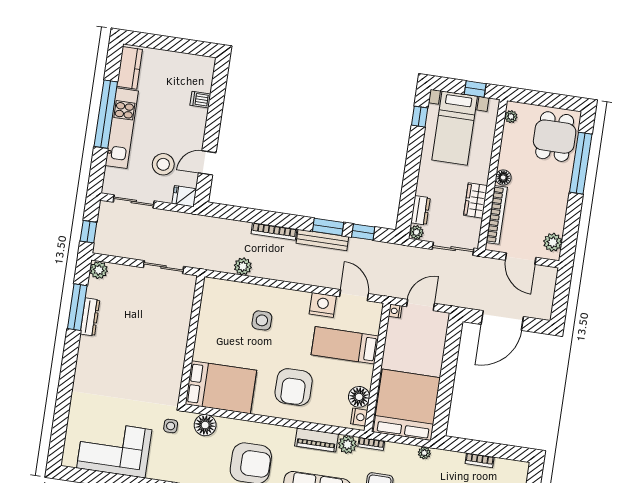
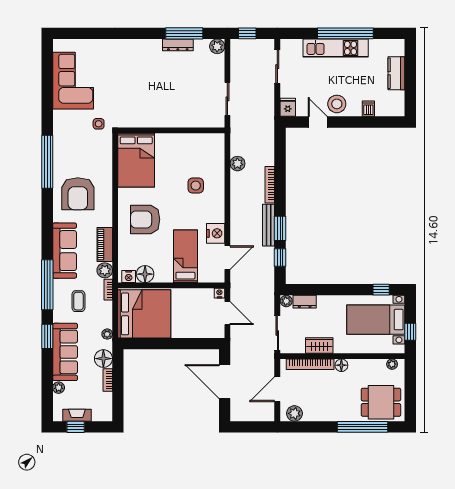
kitchen counter: (130, 68) -> (396, 73), moved, turned 90
stool: (163, 164) -> (337, 104), moved
floor lamp: (205, 425) -> (103, 359), moved

